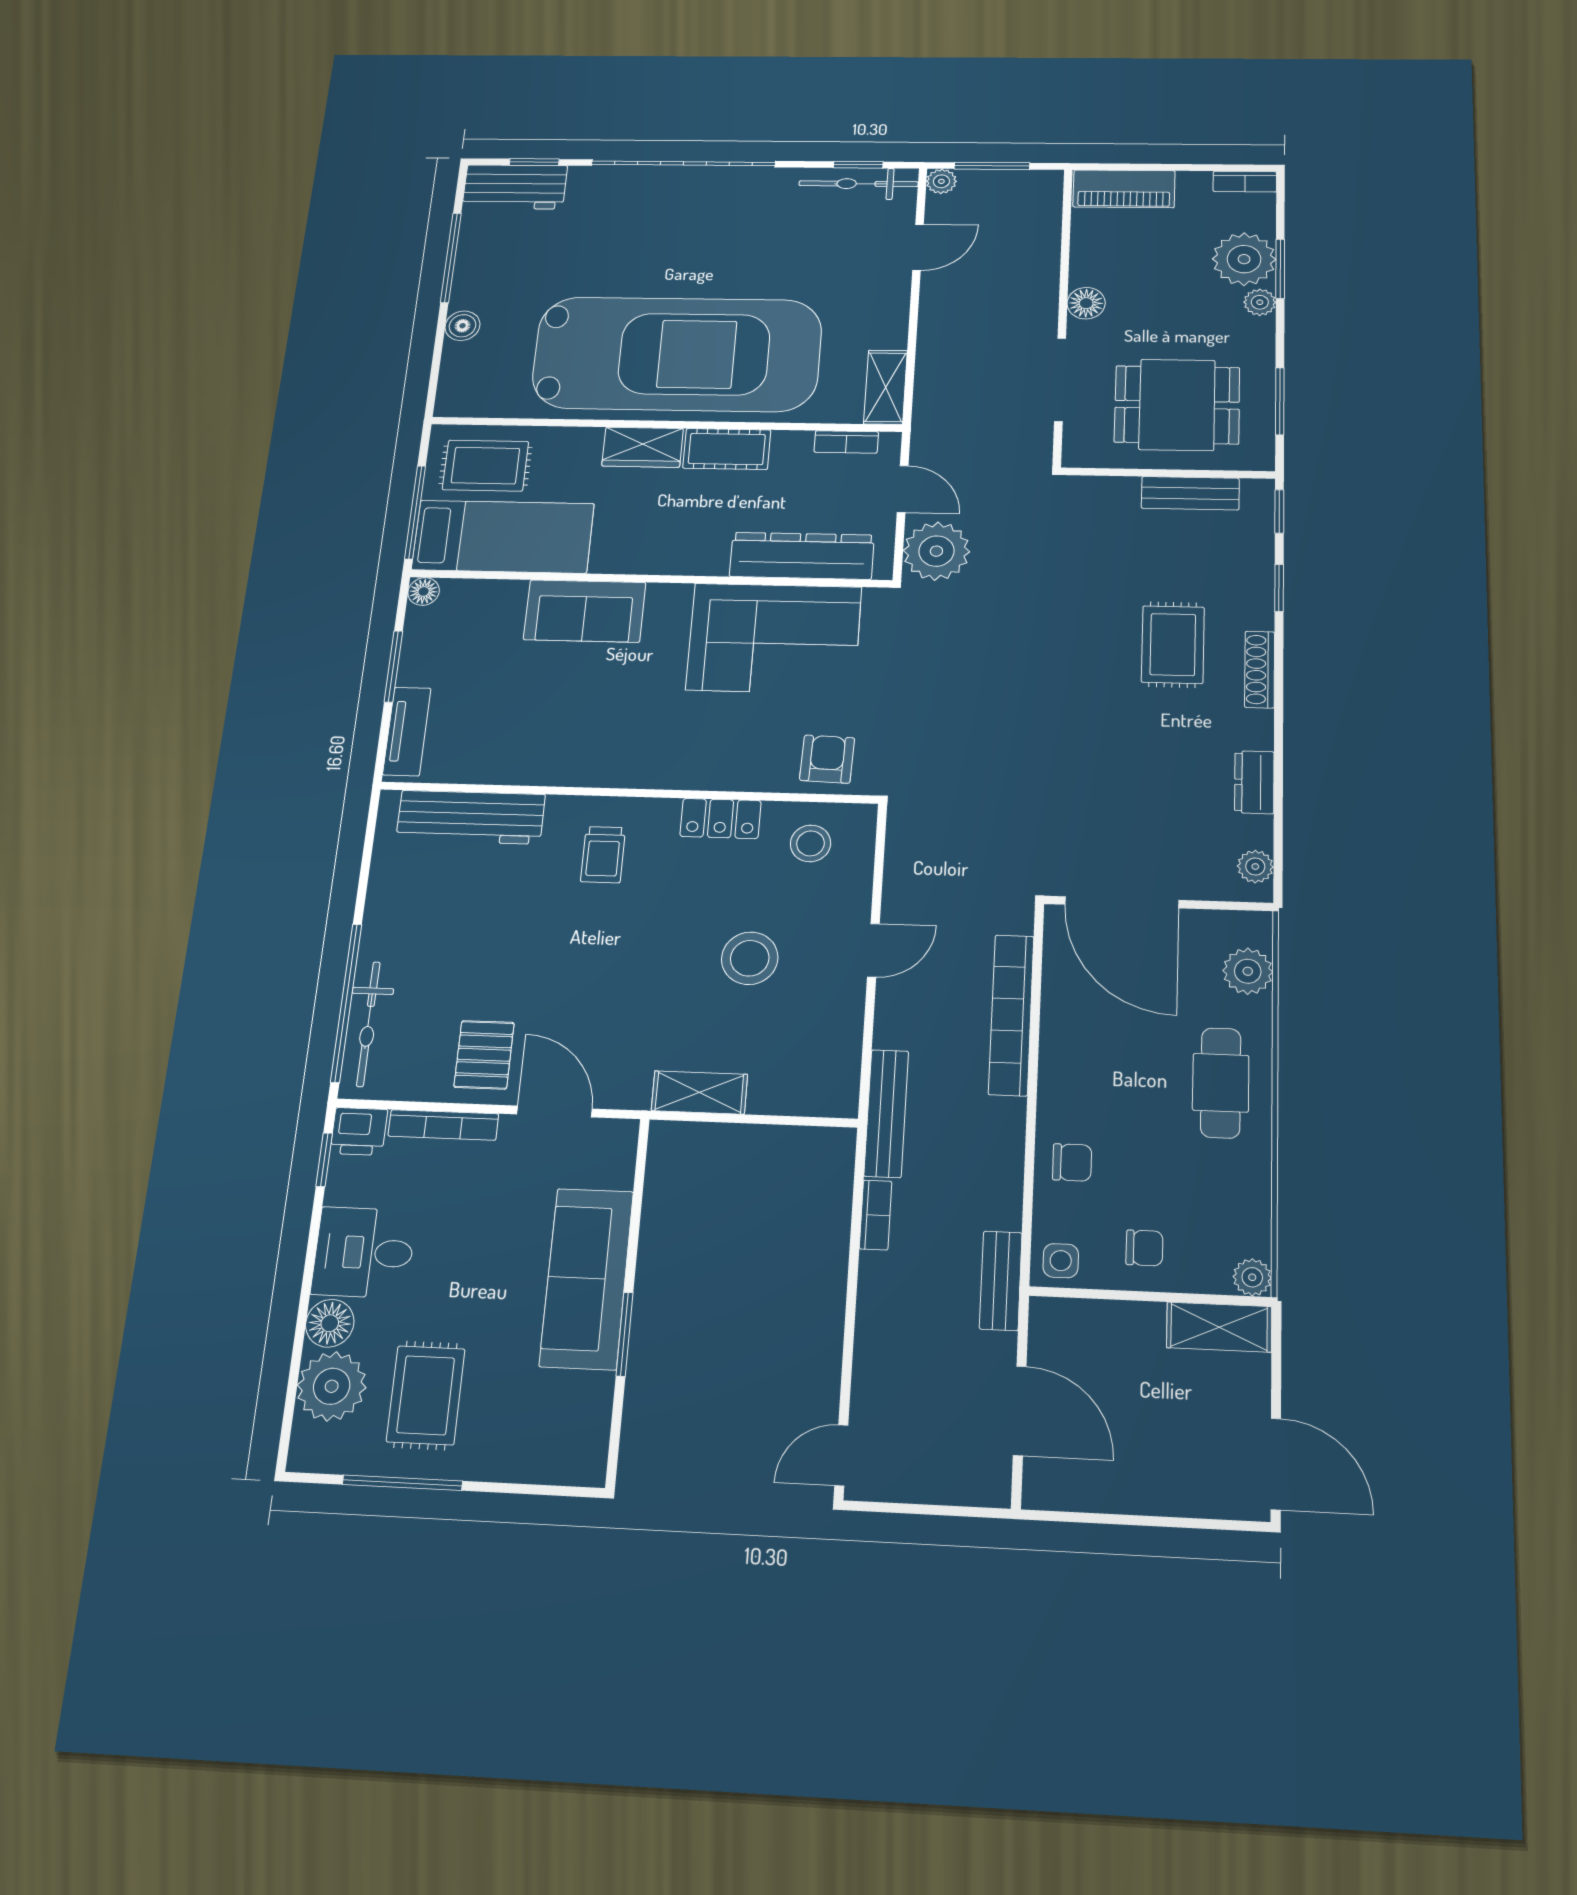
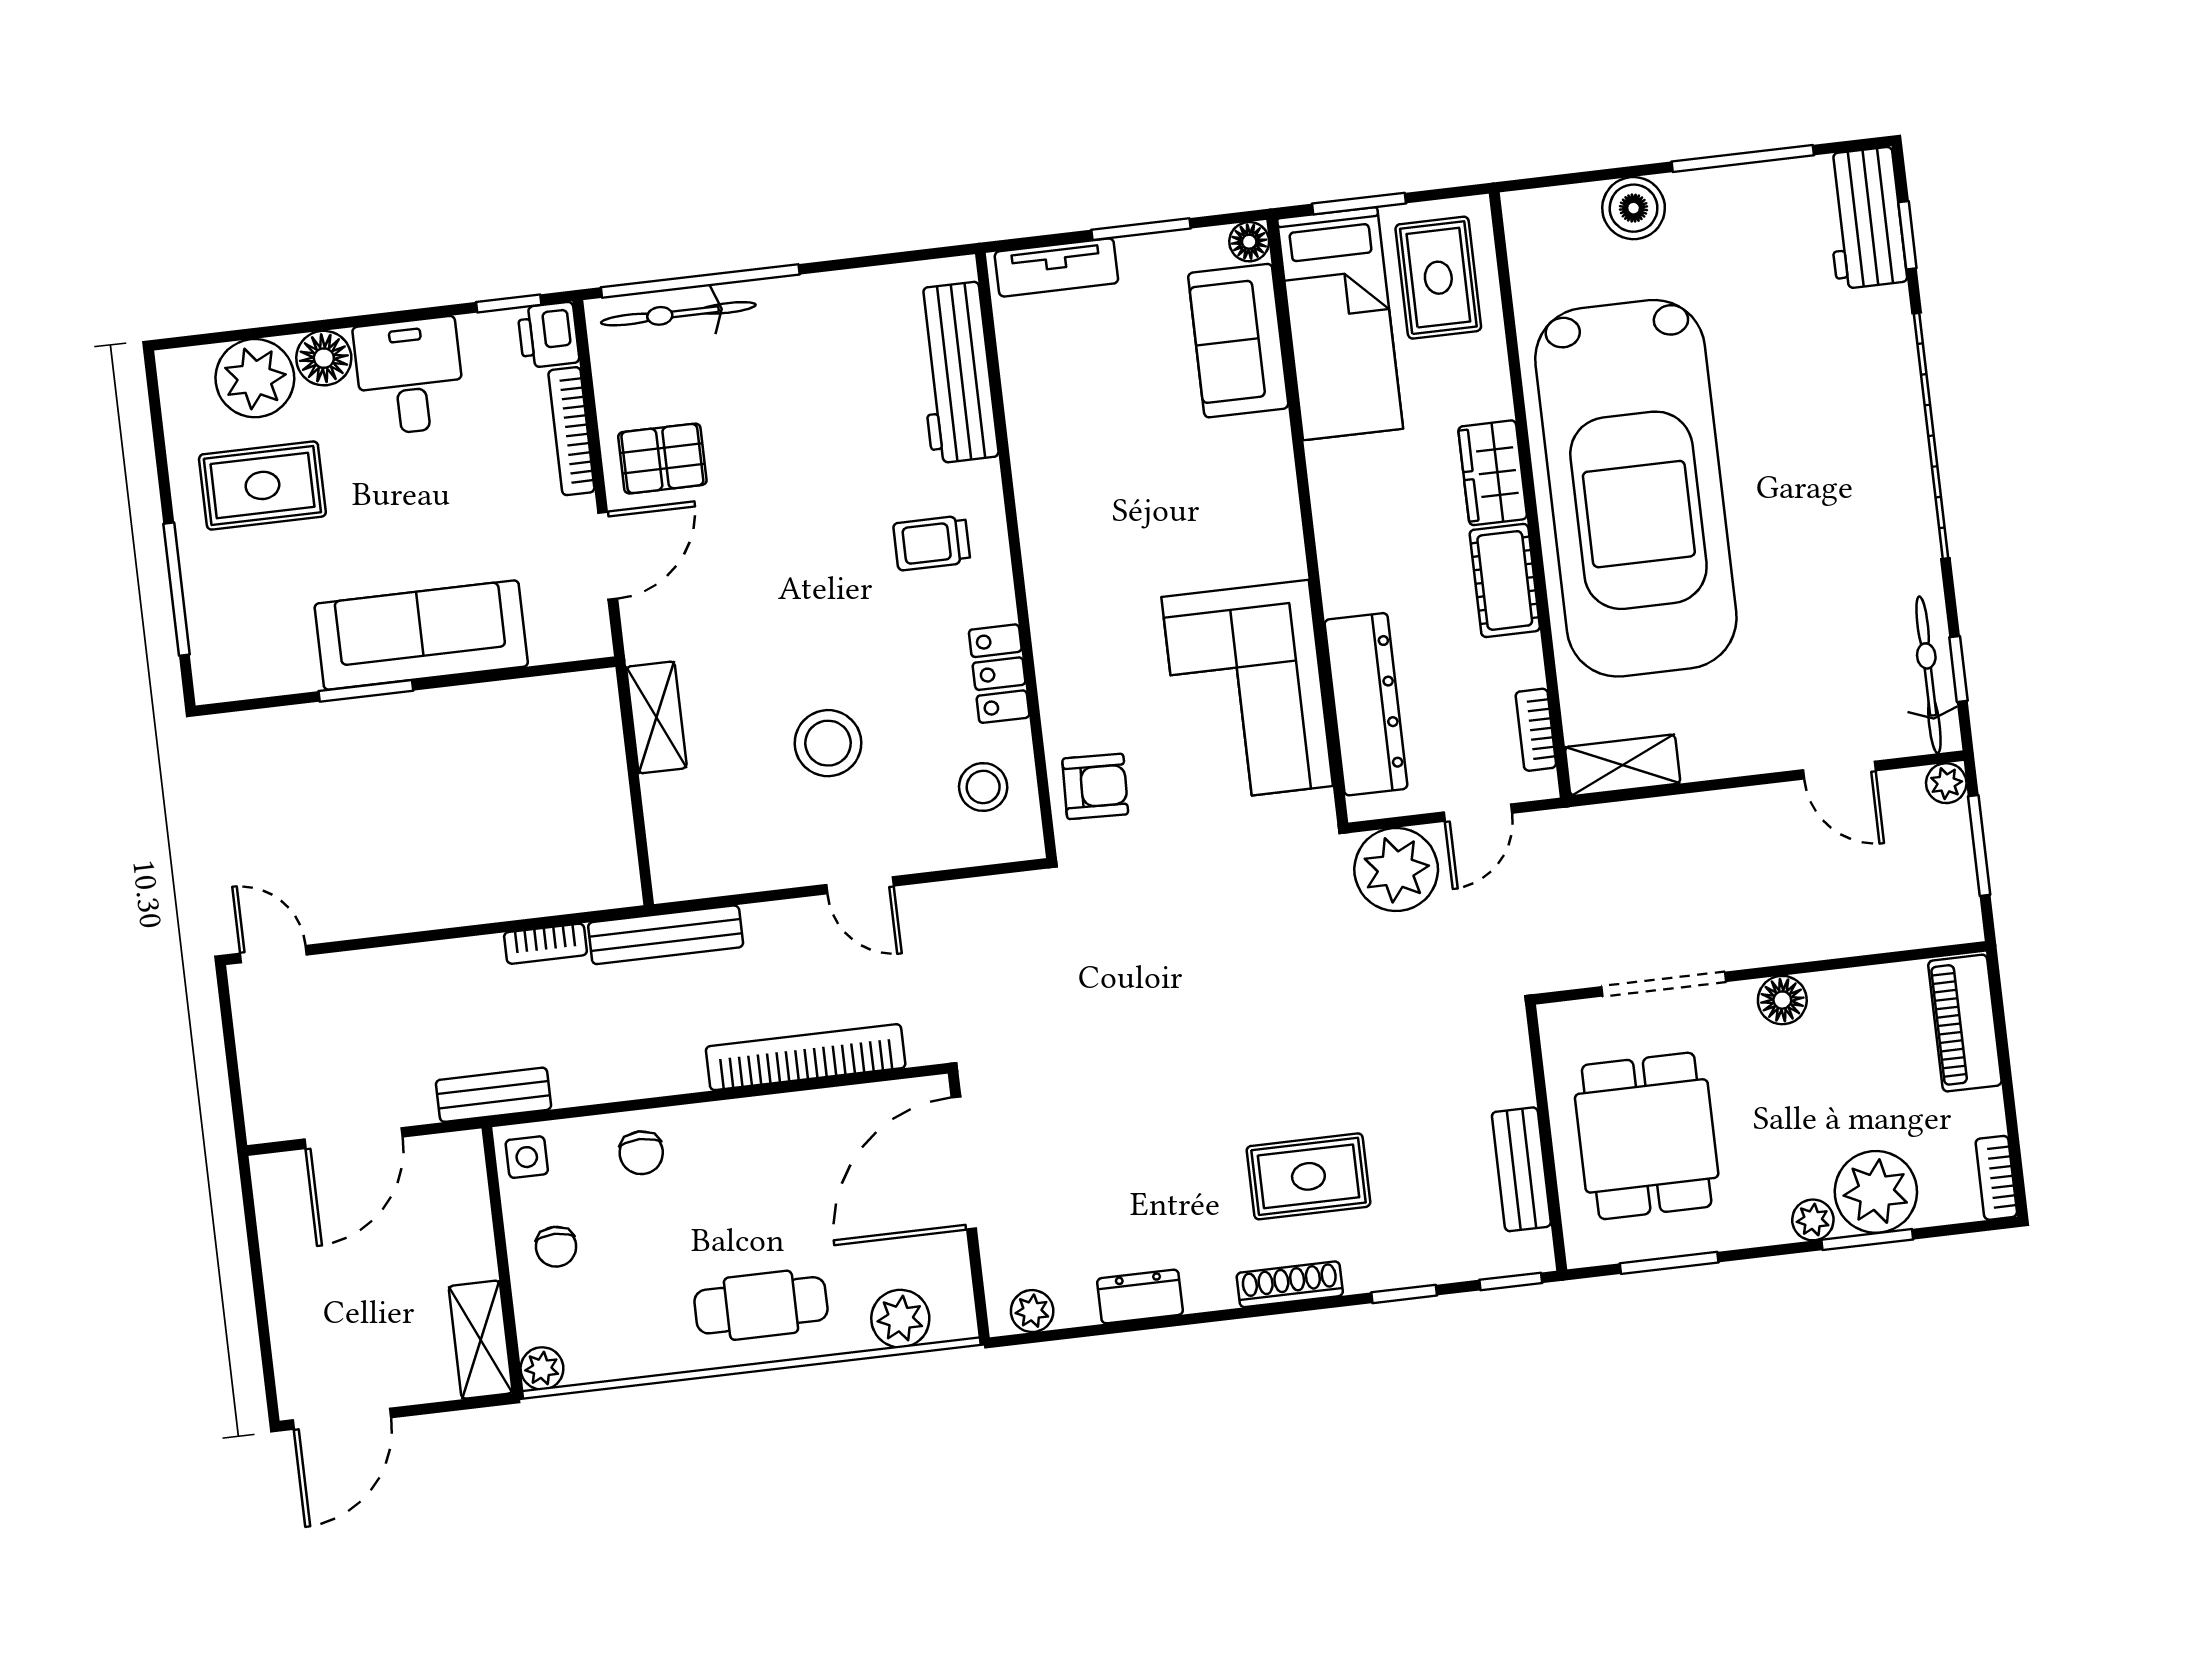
boiler: (462, 326) -> (1634, 208), width x1.36, depth x1.36
window: (415, 512) -> (1359, 204), width x0.69
sofa: (585, 611) -> (1238, 341), moved
window: (402, 1483) -> (177, 589), moved

